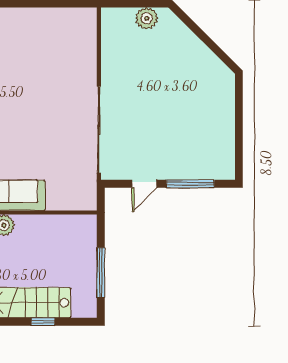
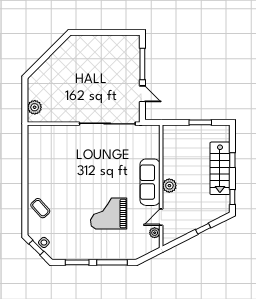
plant: (147, 18) -> (35, 107), moved
window: (101, 272) -> (200, 122), width x0.69

